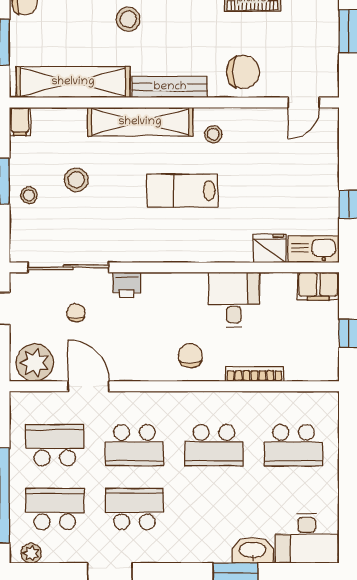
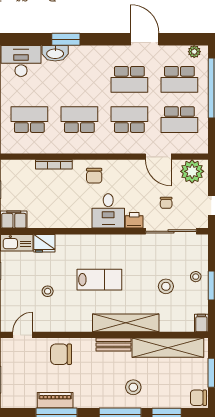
bench: (170, 87) -> (114, 345), width x0.73
stool: (213, 134) -> (48, 291), moved
desk: (234, 300) -> (108, 211), moved

